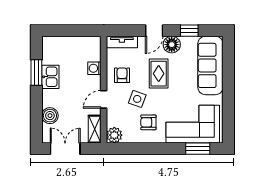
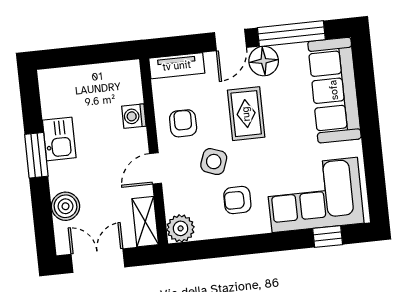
window: (189, 31) -> (291, 34), width x2.17
window: (36, 72) -> (36, 155), moved
window: (198, 149) -> (328, 236), width x0.67

